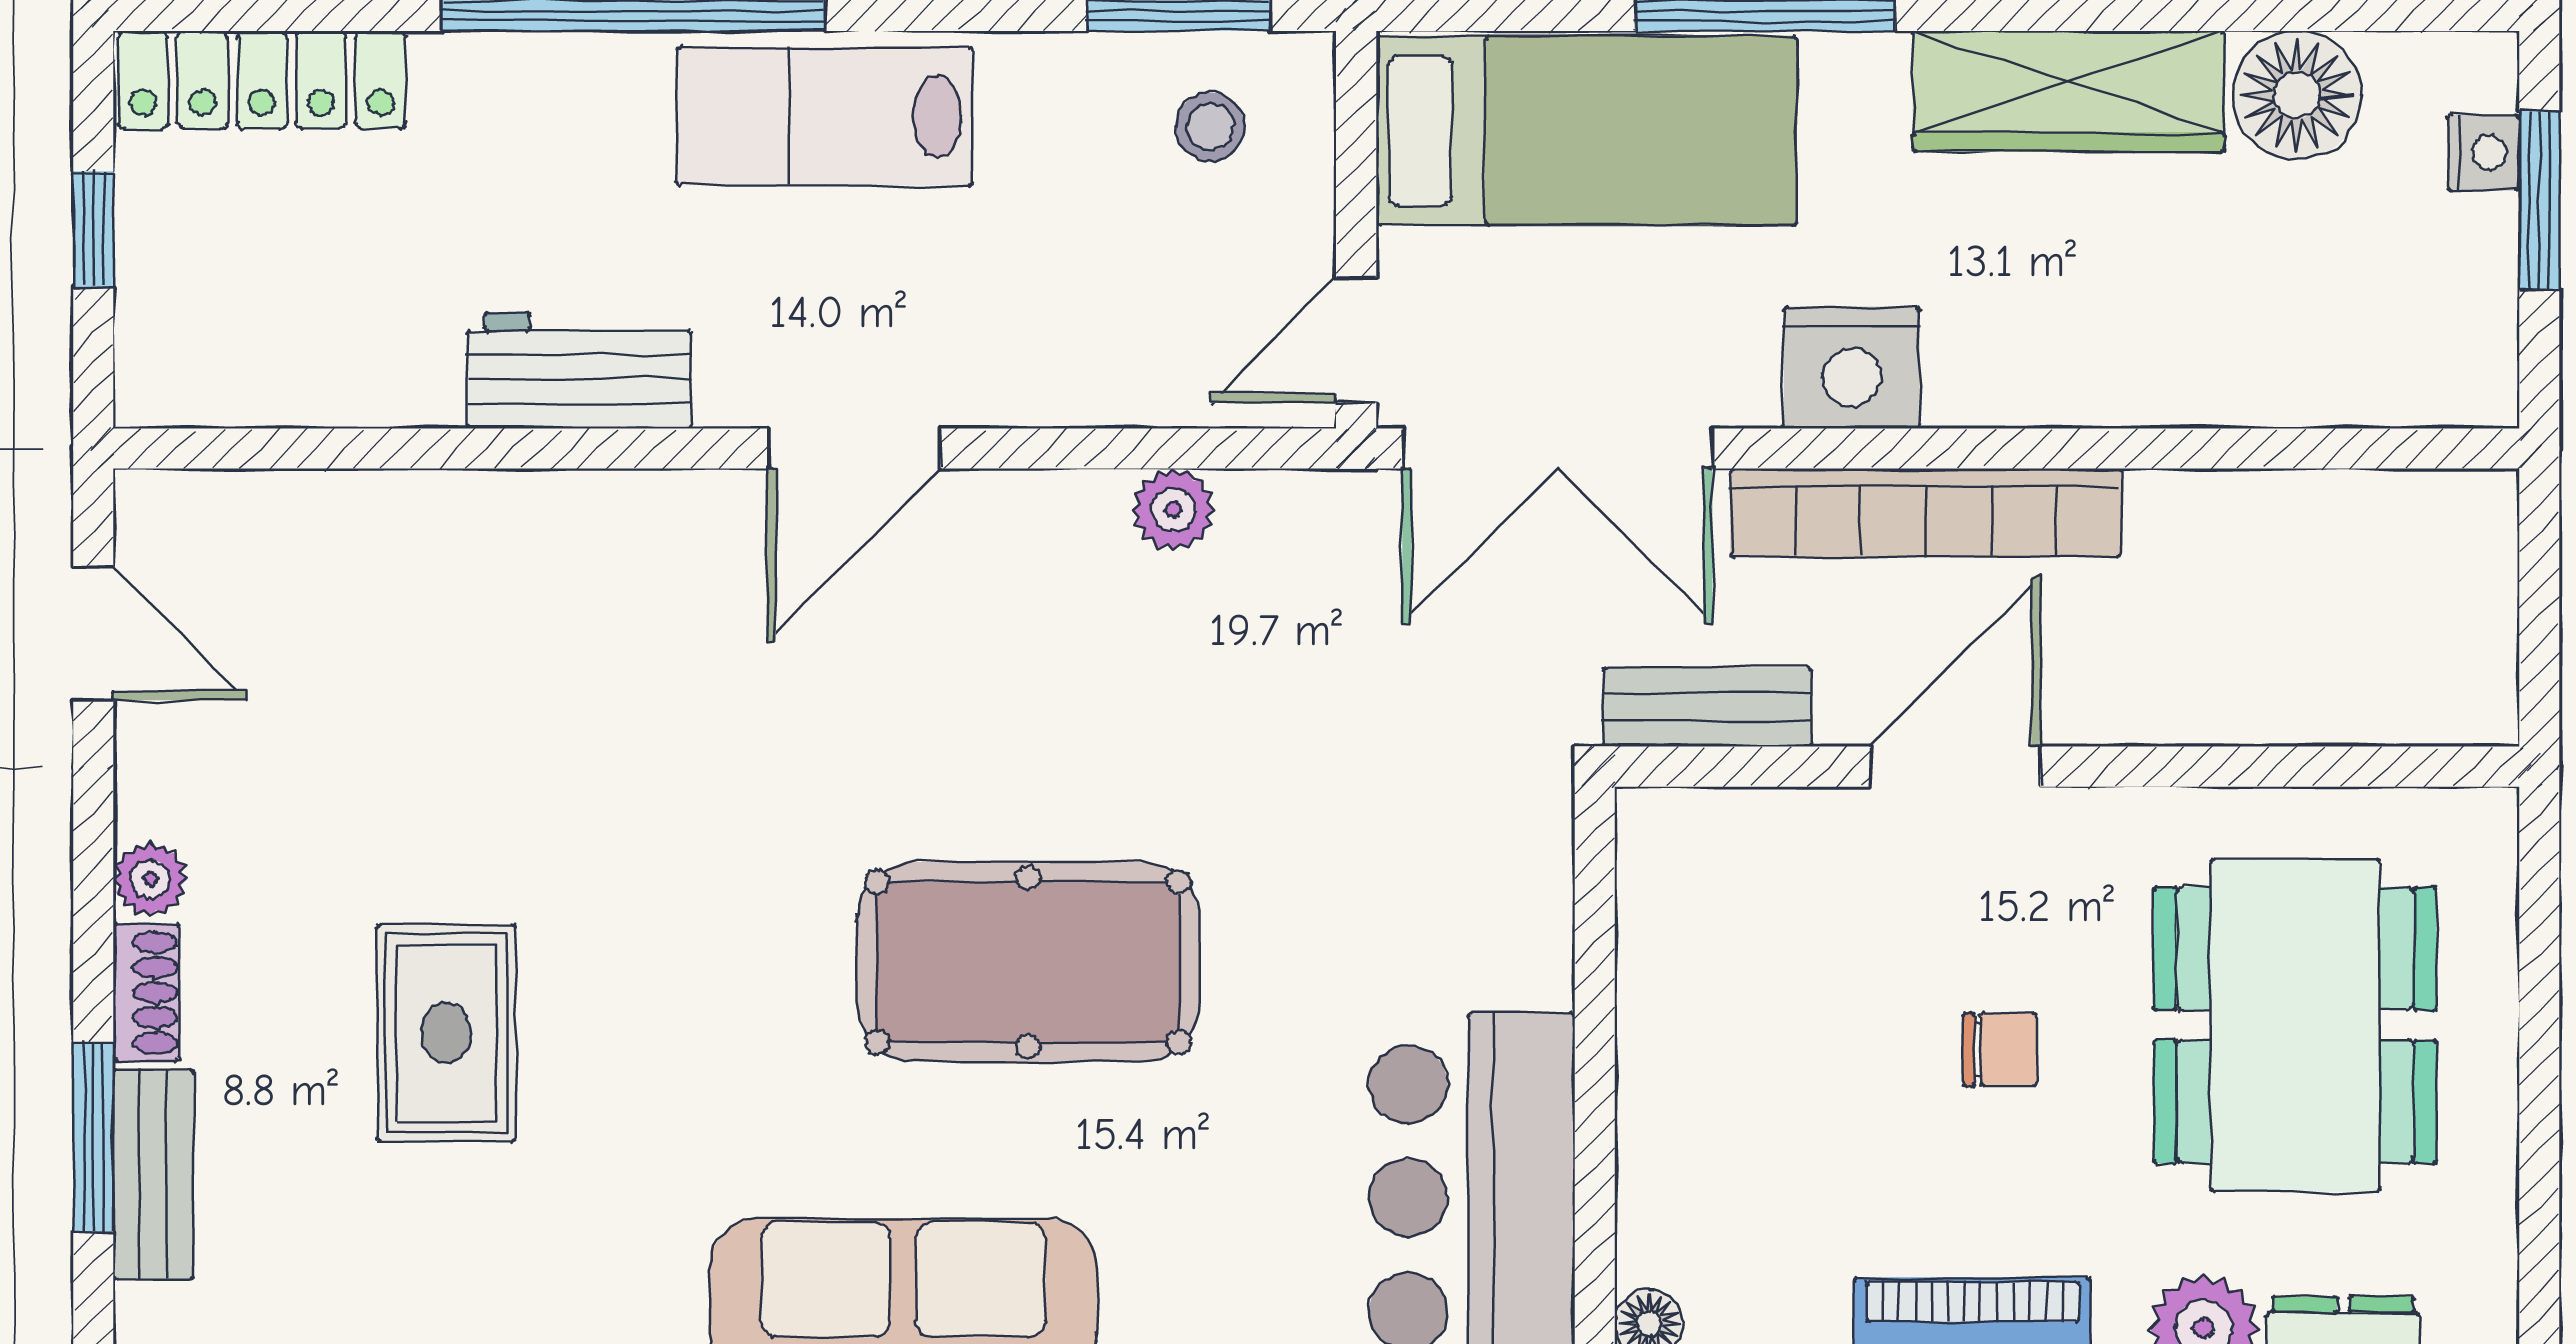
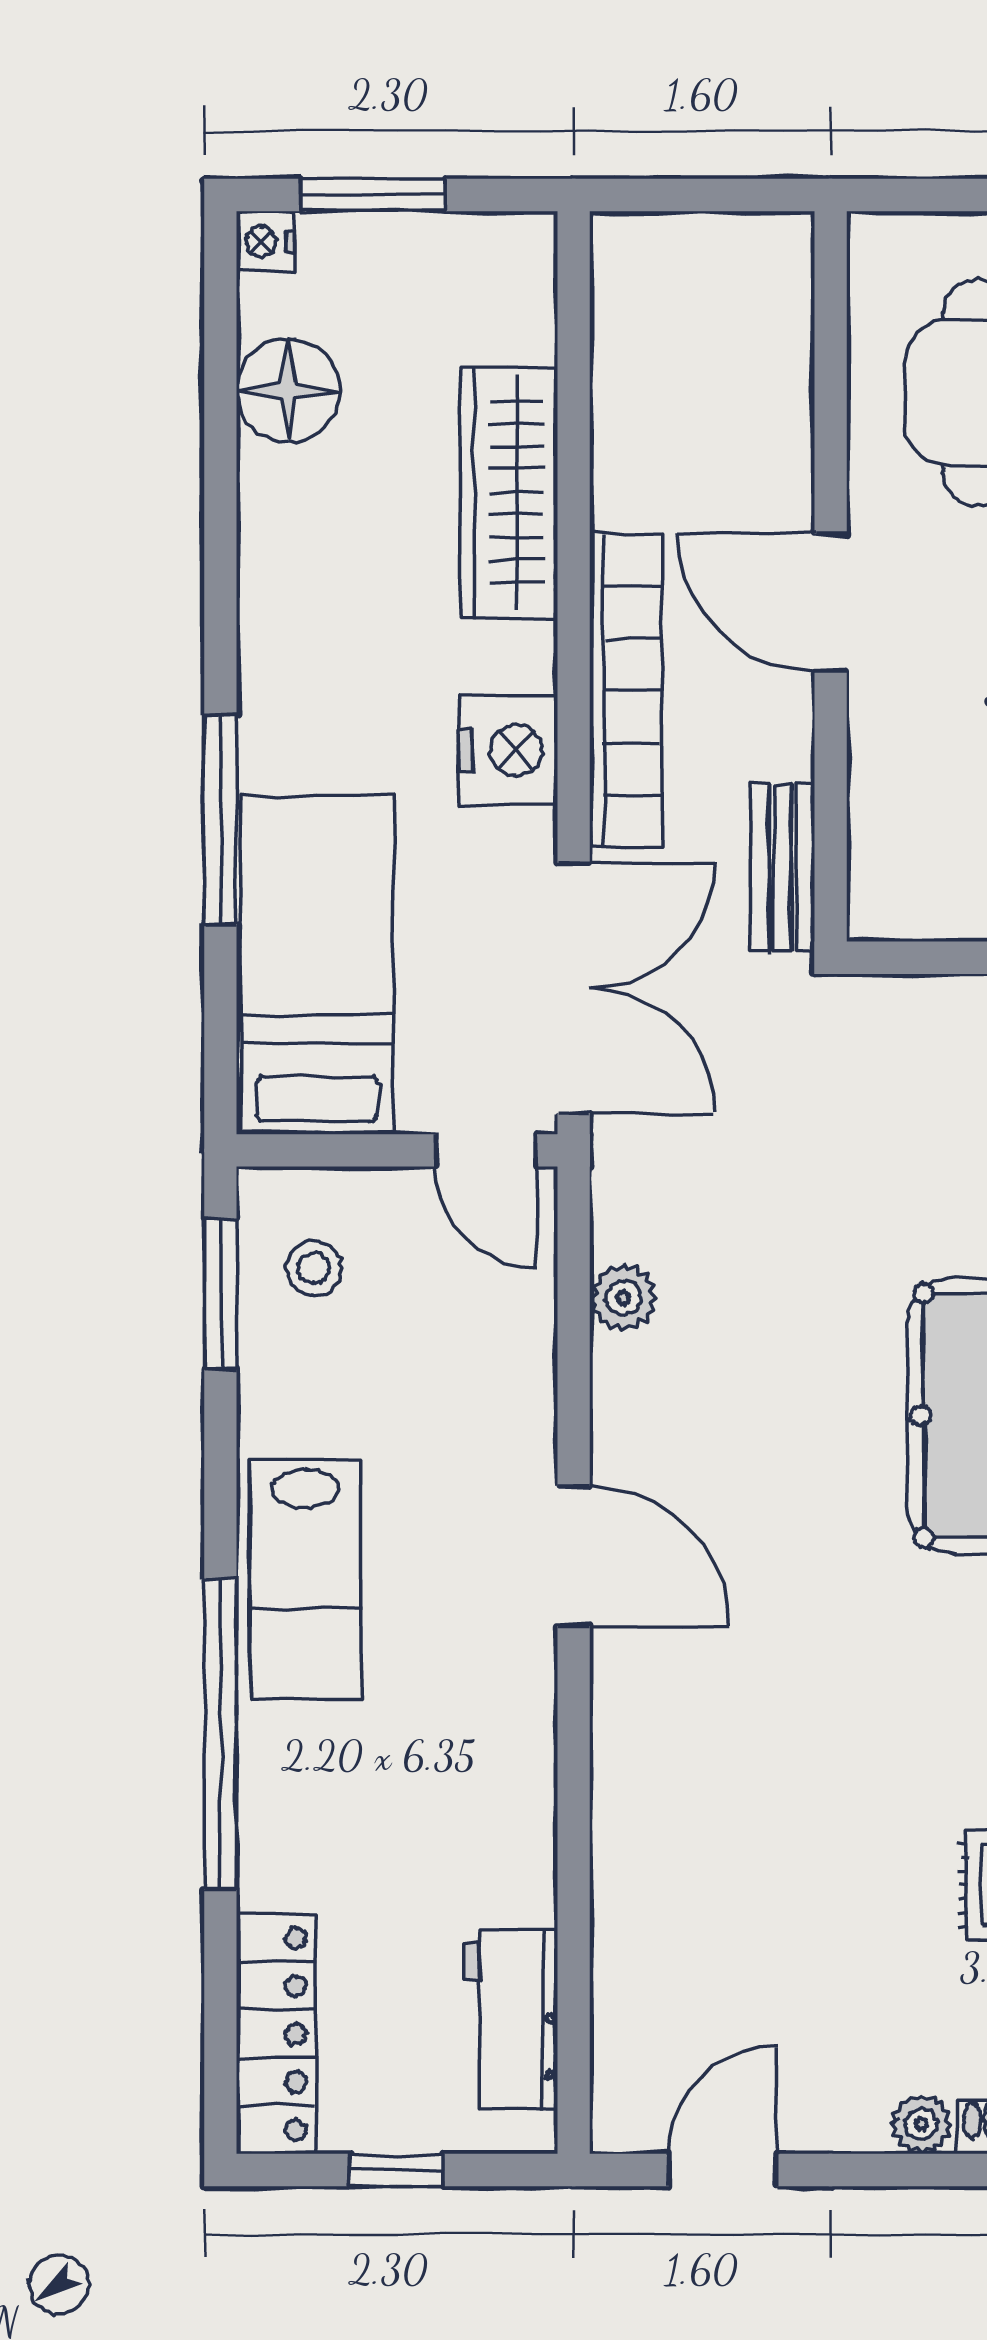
wardrobe: (2069, 91) -> (509, 492), moved, turned 180
nightstand: (2484, 153) -> (265, 242), moved, turned -90
workbench: (579, 371) -> (511, 2019), moved
door: (1955, 767) -> (831, 602), moved

